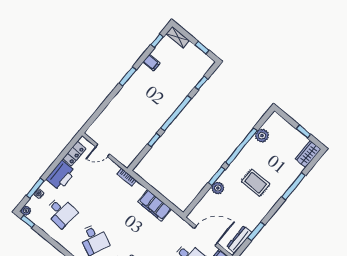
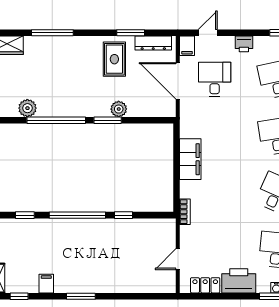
door: (103, 150) -> (178, 259), swing flipped
rug: (256, 183) -> (114, 59), moved

